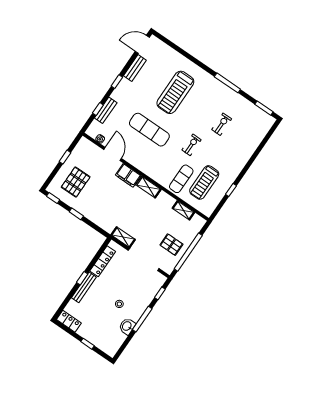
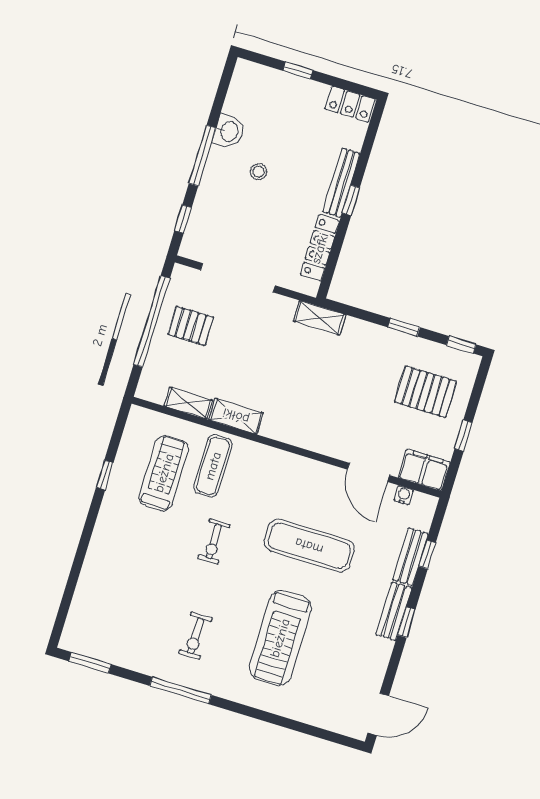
bench: (135, 68) -> (394, 611), moved
treadmill: (175, 92) -> (280, 638), turned 180
exercise bike: (222, 124) -> (195, 636), moved
filing cabinet: (128, 175) -> (424, 470), moved
pallet: (76, 182) -> (426, 392), turned 90
shelving: (148, 187) -> (236, 416), moved
shelving: (123, 237) -> (320, 318), moved

